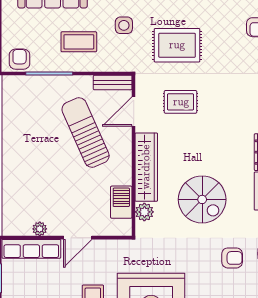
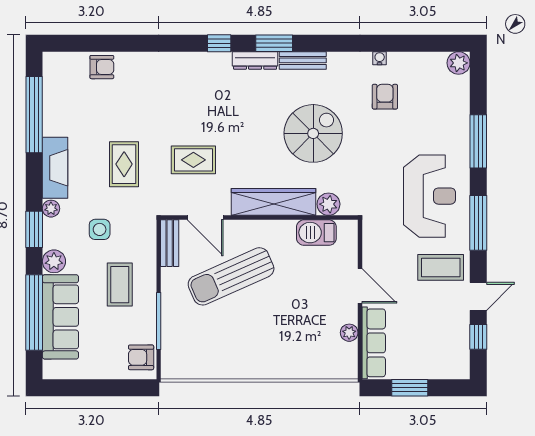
rug: (177, 45) -> (124, 164), width x0.73, depth x0.70
rug: (181, 102) -> (193, 160), turned 90

